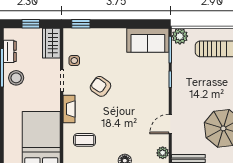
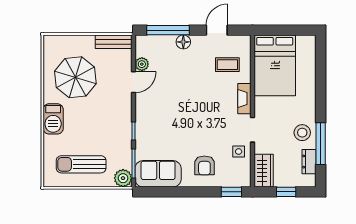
armchair: (100, 86) -> (204, 165), moved, turned 55
plant: (163, 153) -> (142, 64), moved

